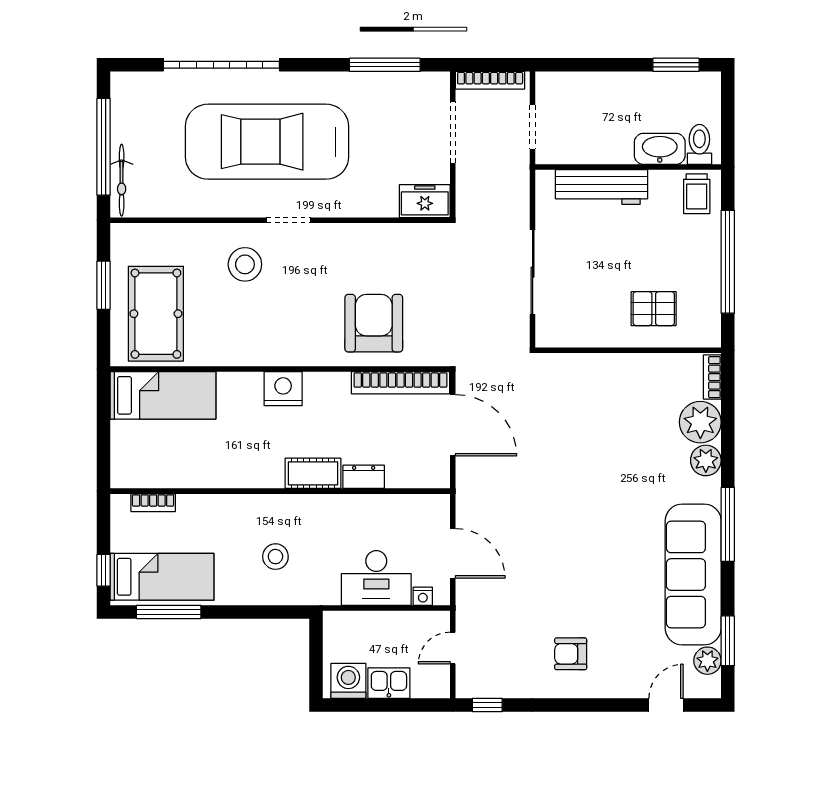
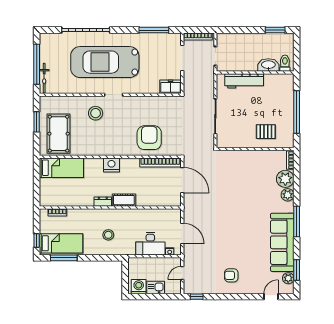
trolley: (697, 194) -> (284, 84), removed
dresser: (364, 477) -> (103, 202), moved

